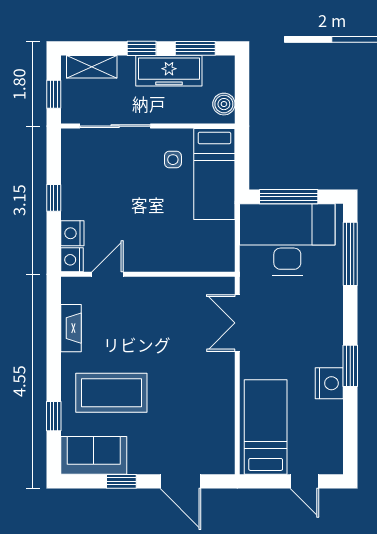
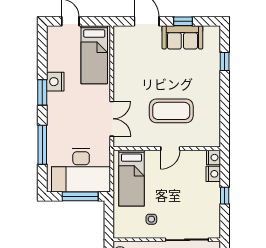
bed: (214, 174) -> (132, 178), moved, turned 180
window: (350, 254) -> (42, 145), moved
door: (108, 274) -> (170, 149), moved
fireplace: (71, 328) -> (214, 116), removed
coffee table: (111, 393) -> (171, 111), moved
sofa: (94, 455) -> (182, 37), moved

